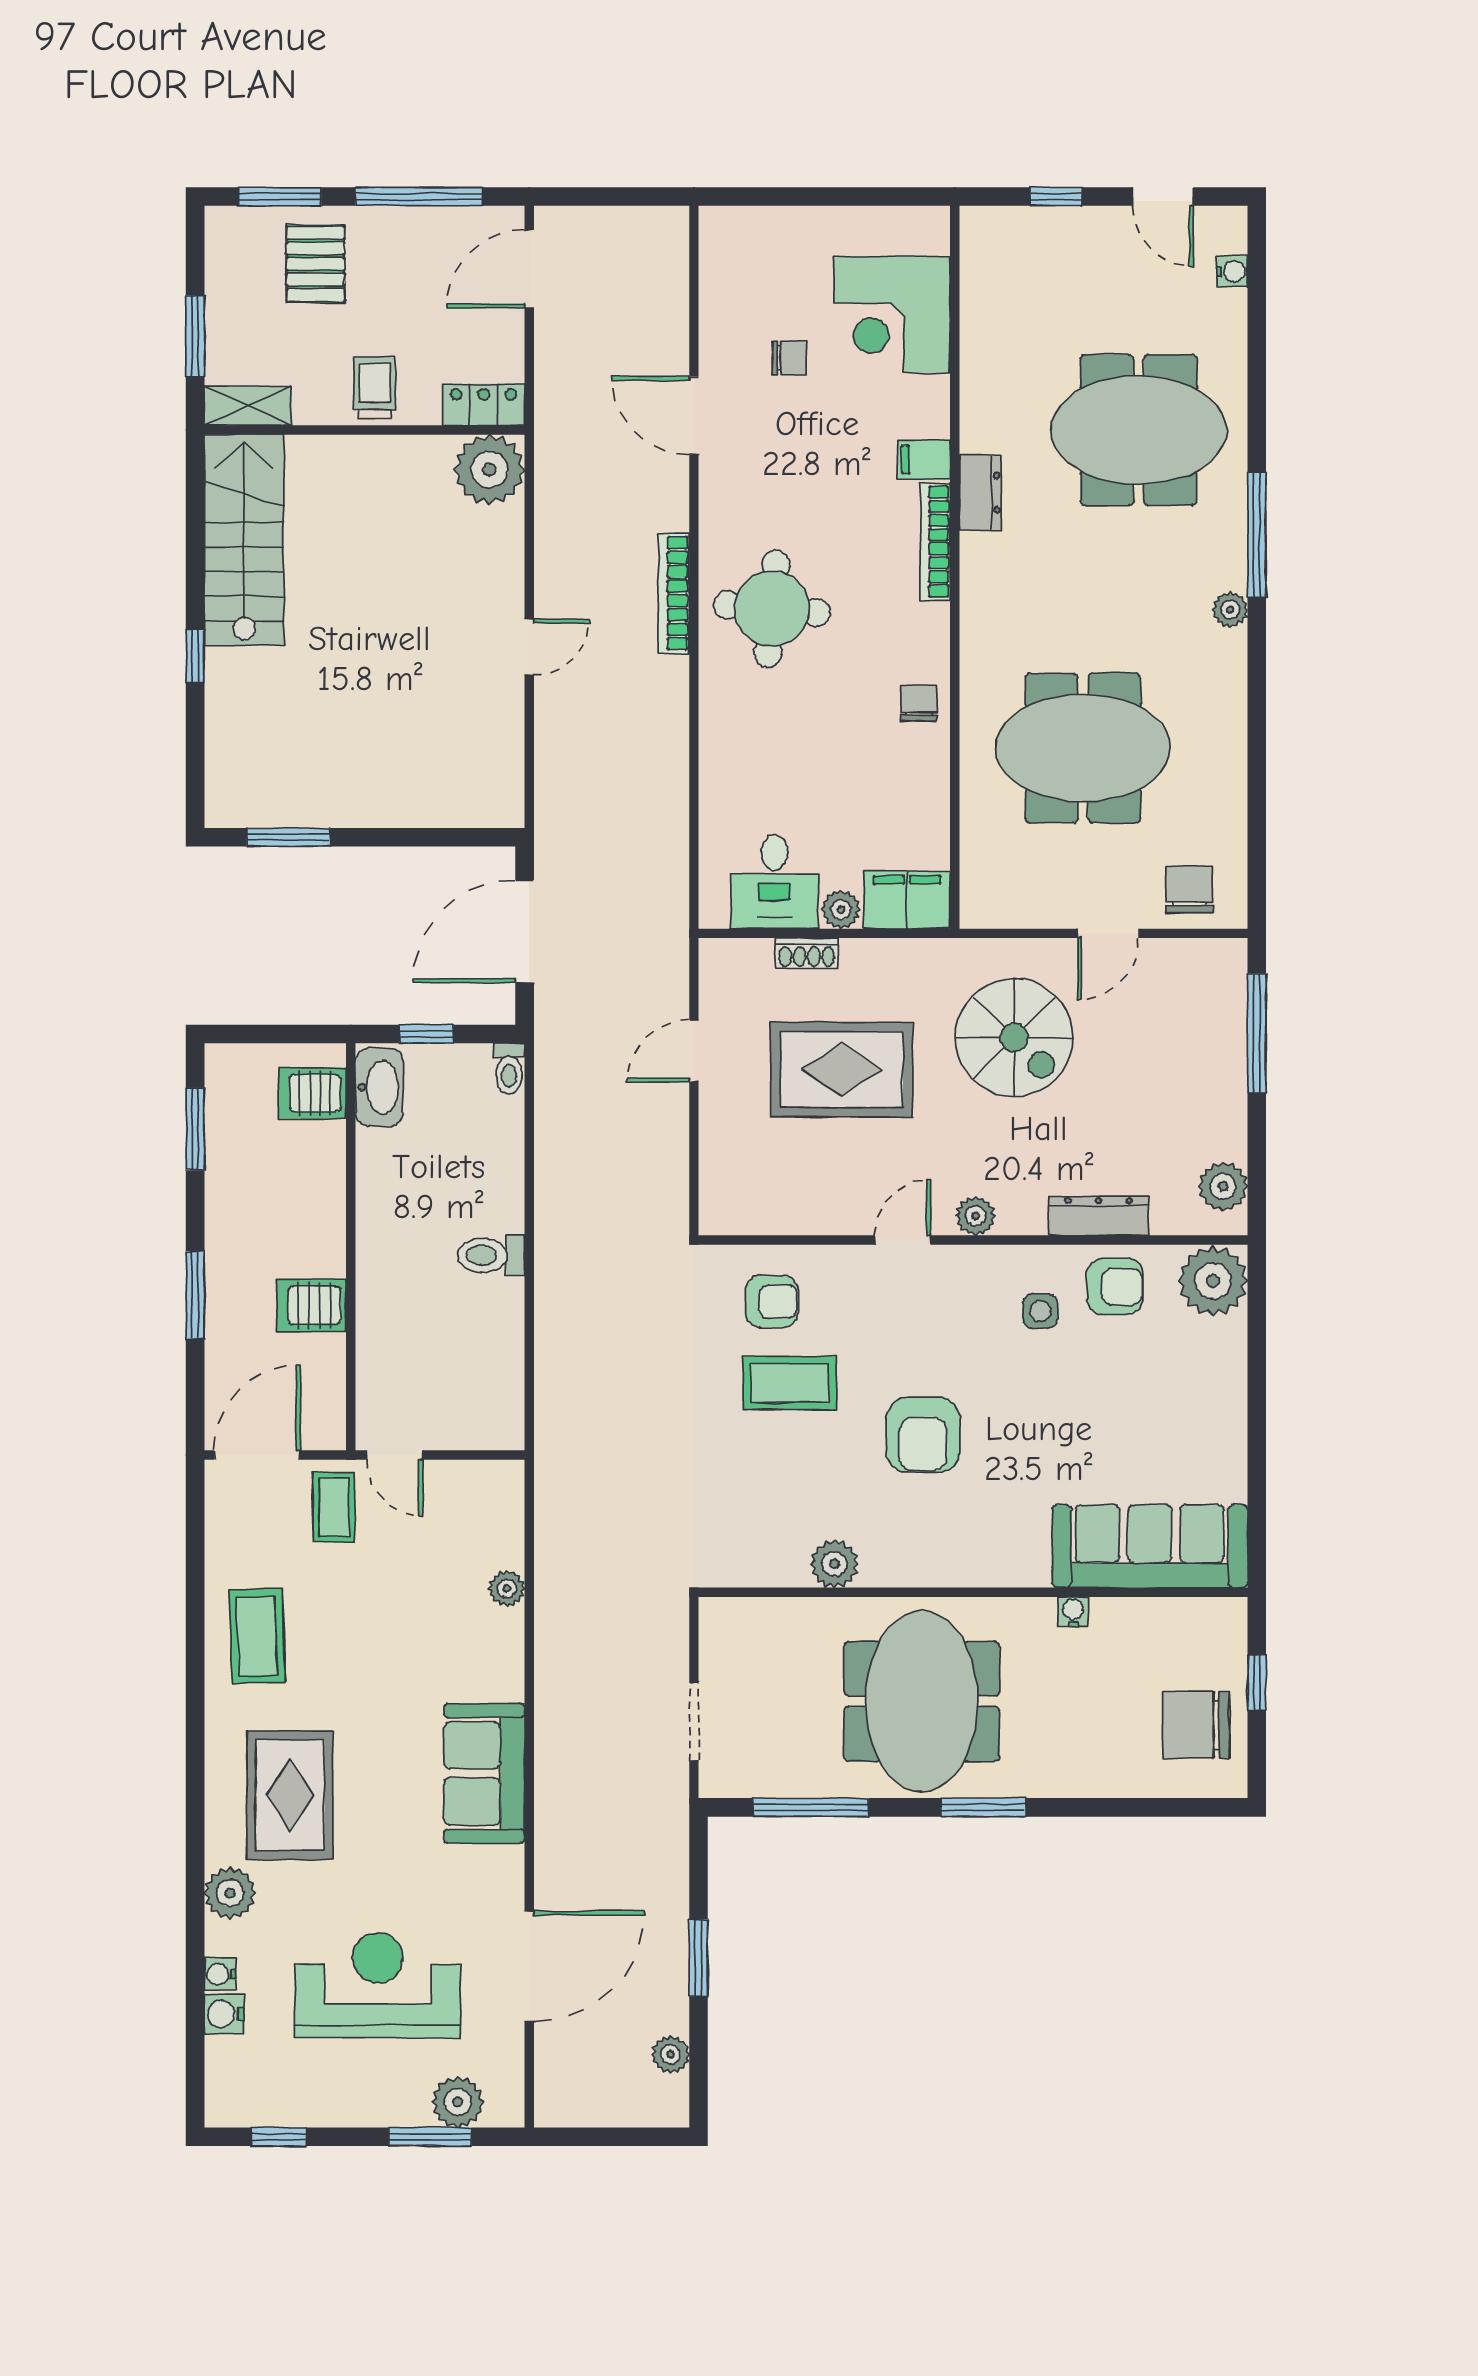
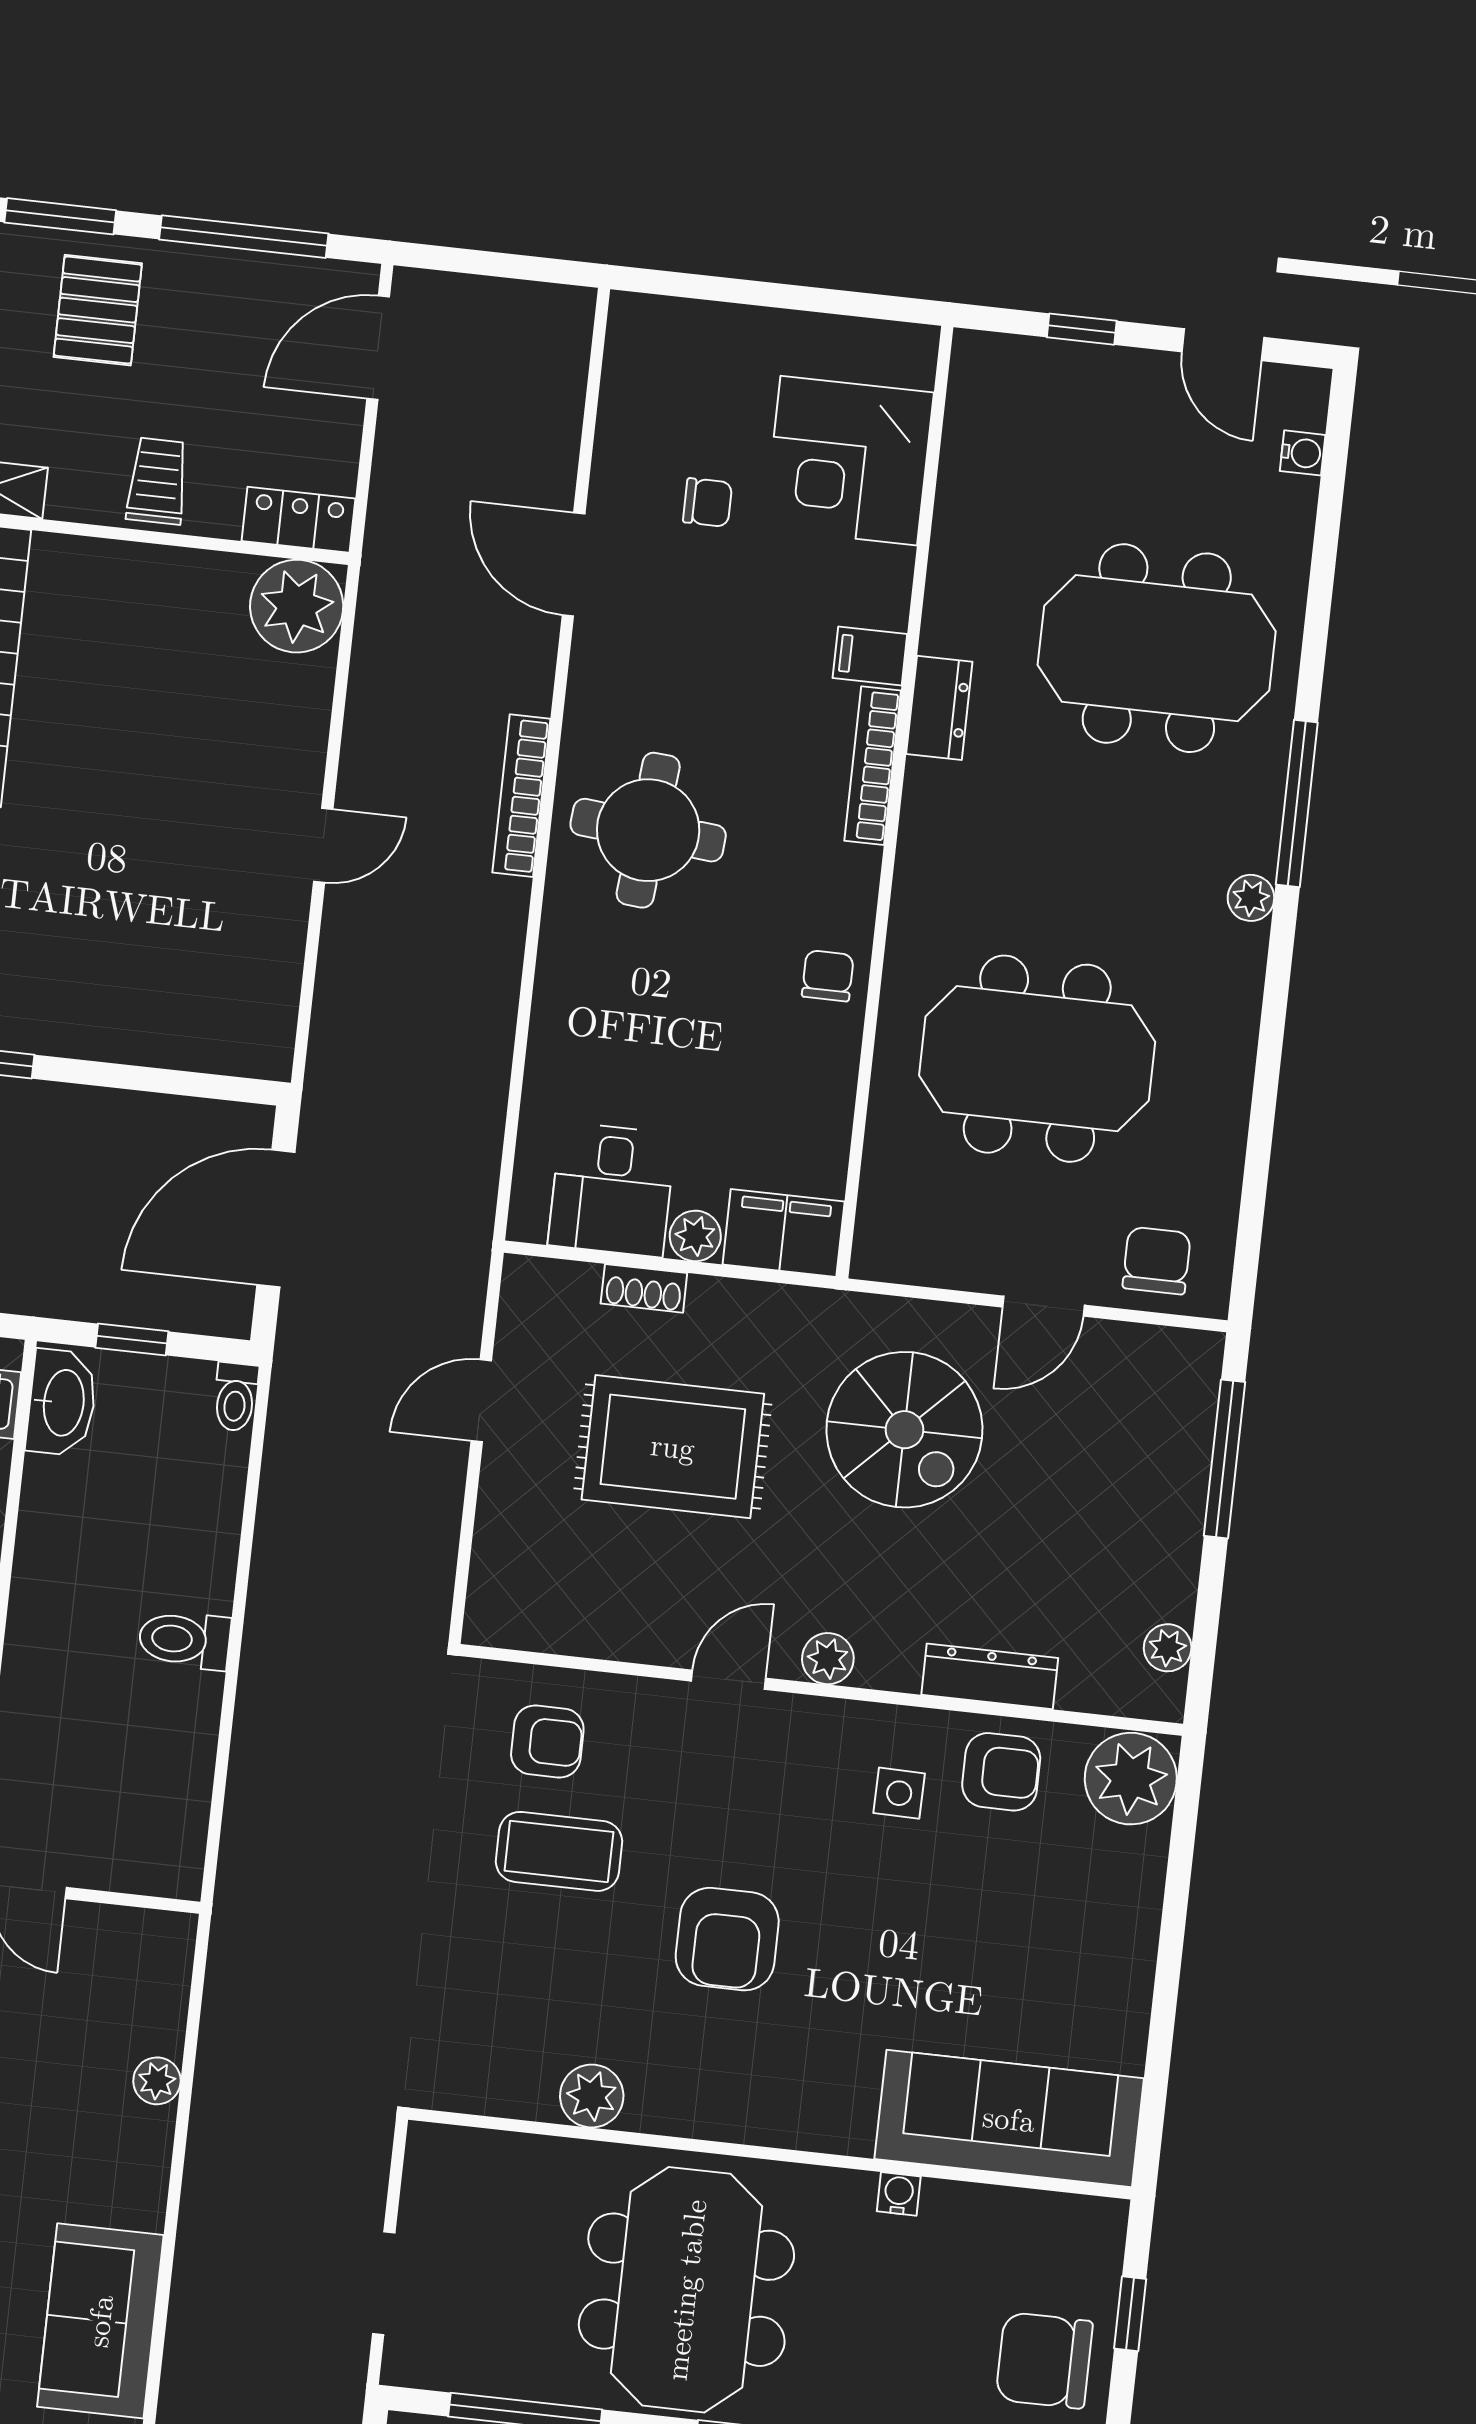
plant: (1223, 1186) -> (1168, 1648), width x0.73, depth x0.73

